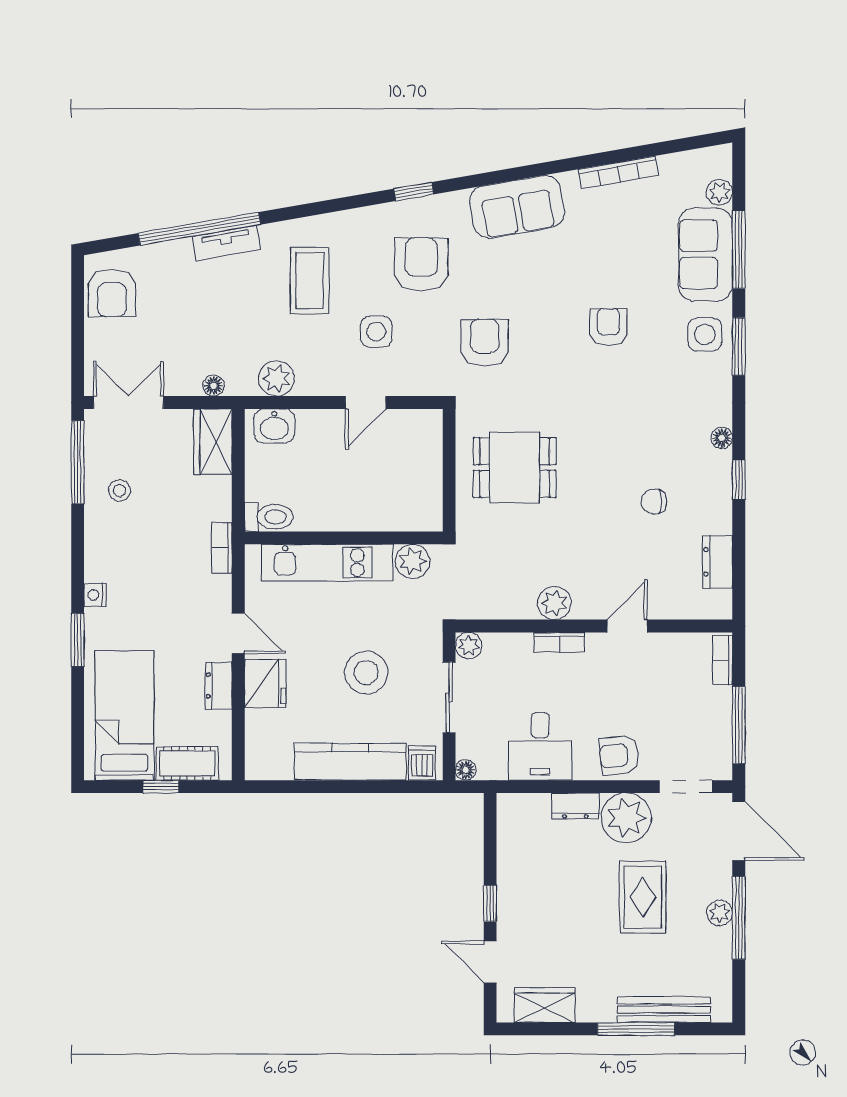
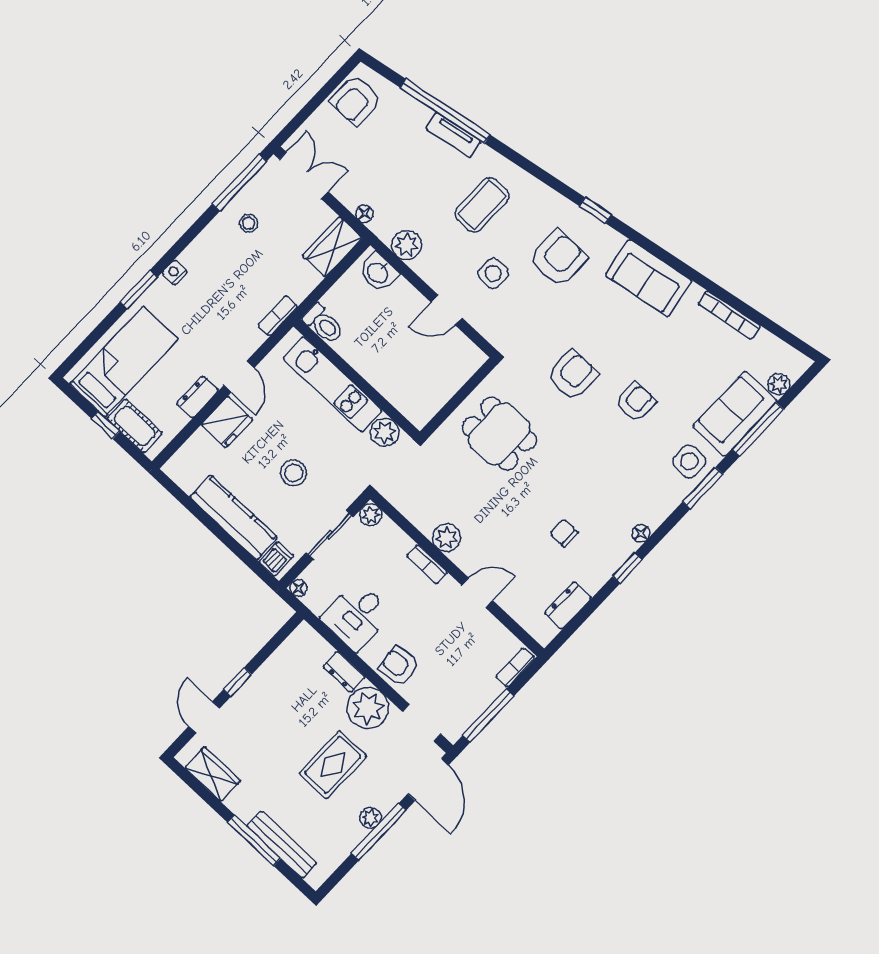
armchair: (485, 343) -> (573, 375), moved
stool: (366, 673) -> (294, 473), width x0.73, depth x0.73

